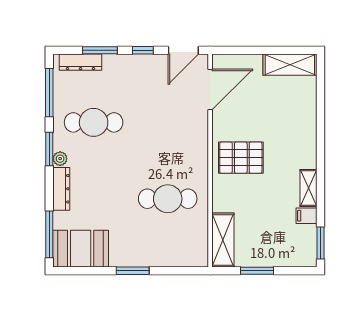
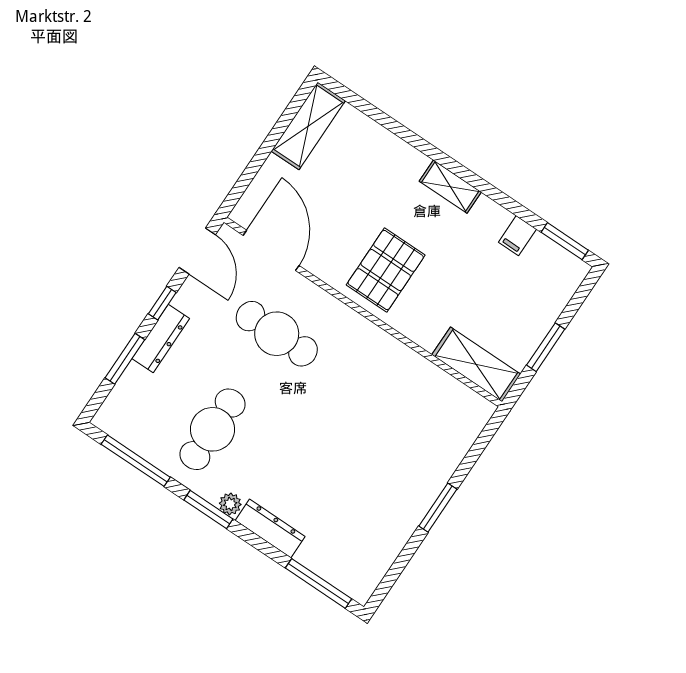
dresser: (80, 62) -> (161, 339), moved
shelving: (309, 188) -> (450, 187), moved
cafe table: (168, 199) -> (277, 334), moved, turned 90
booth: (81, 249) -> (364, 555), removed

